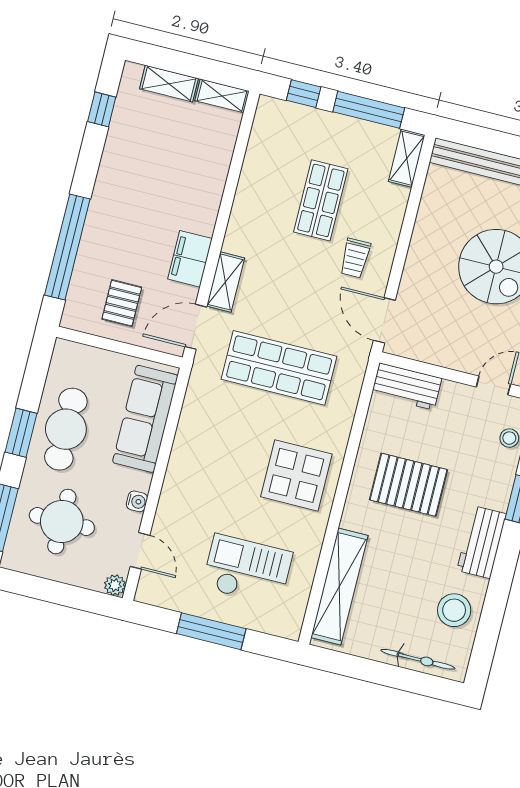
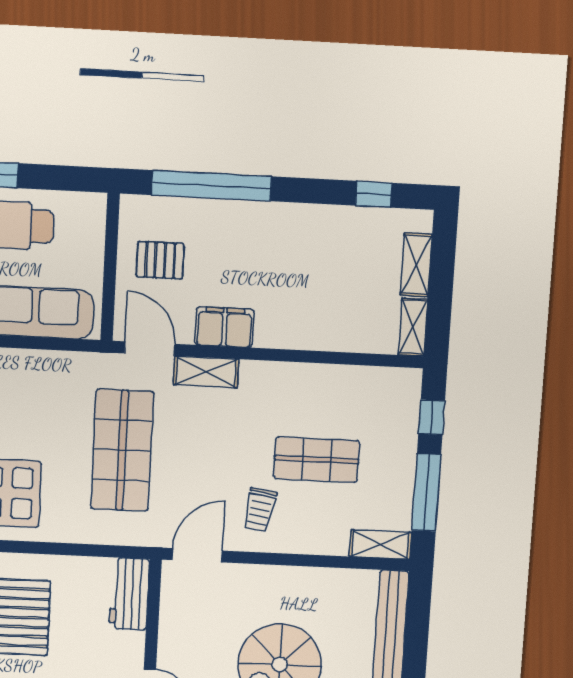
trolley: (355, 258) -> (260, 510), turned -81

